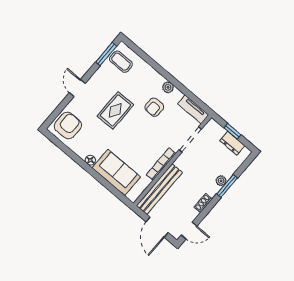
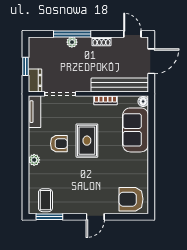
plant: (168, 87) -> (34, 160), moved
rug: (115, 110) -> (87, 141), moved, turned 90
dresser: (232, 143) -> (35, 80), moved
floor lamp: (90, 160) -> (143, 101), moved
bookcase: (161, 164) -> (105, 100), width x0.64
window: (227, 186) -> (72, 34), width x1.44

